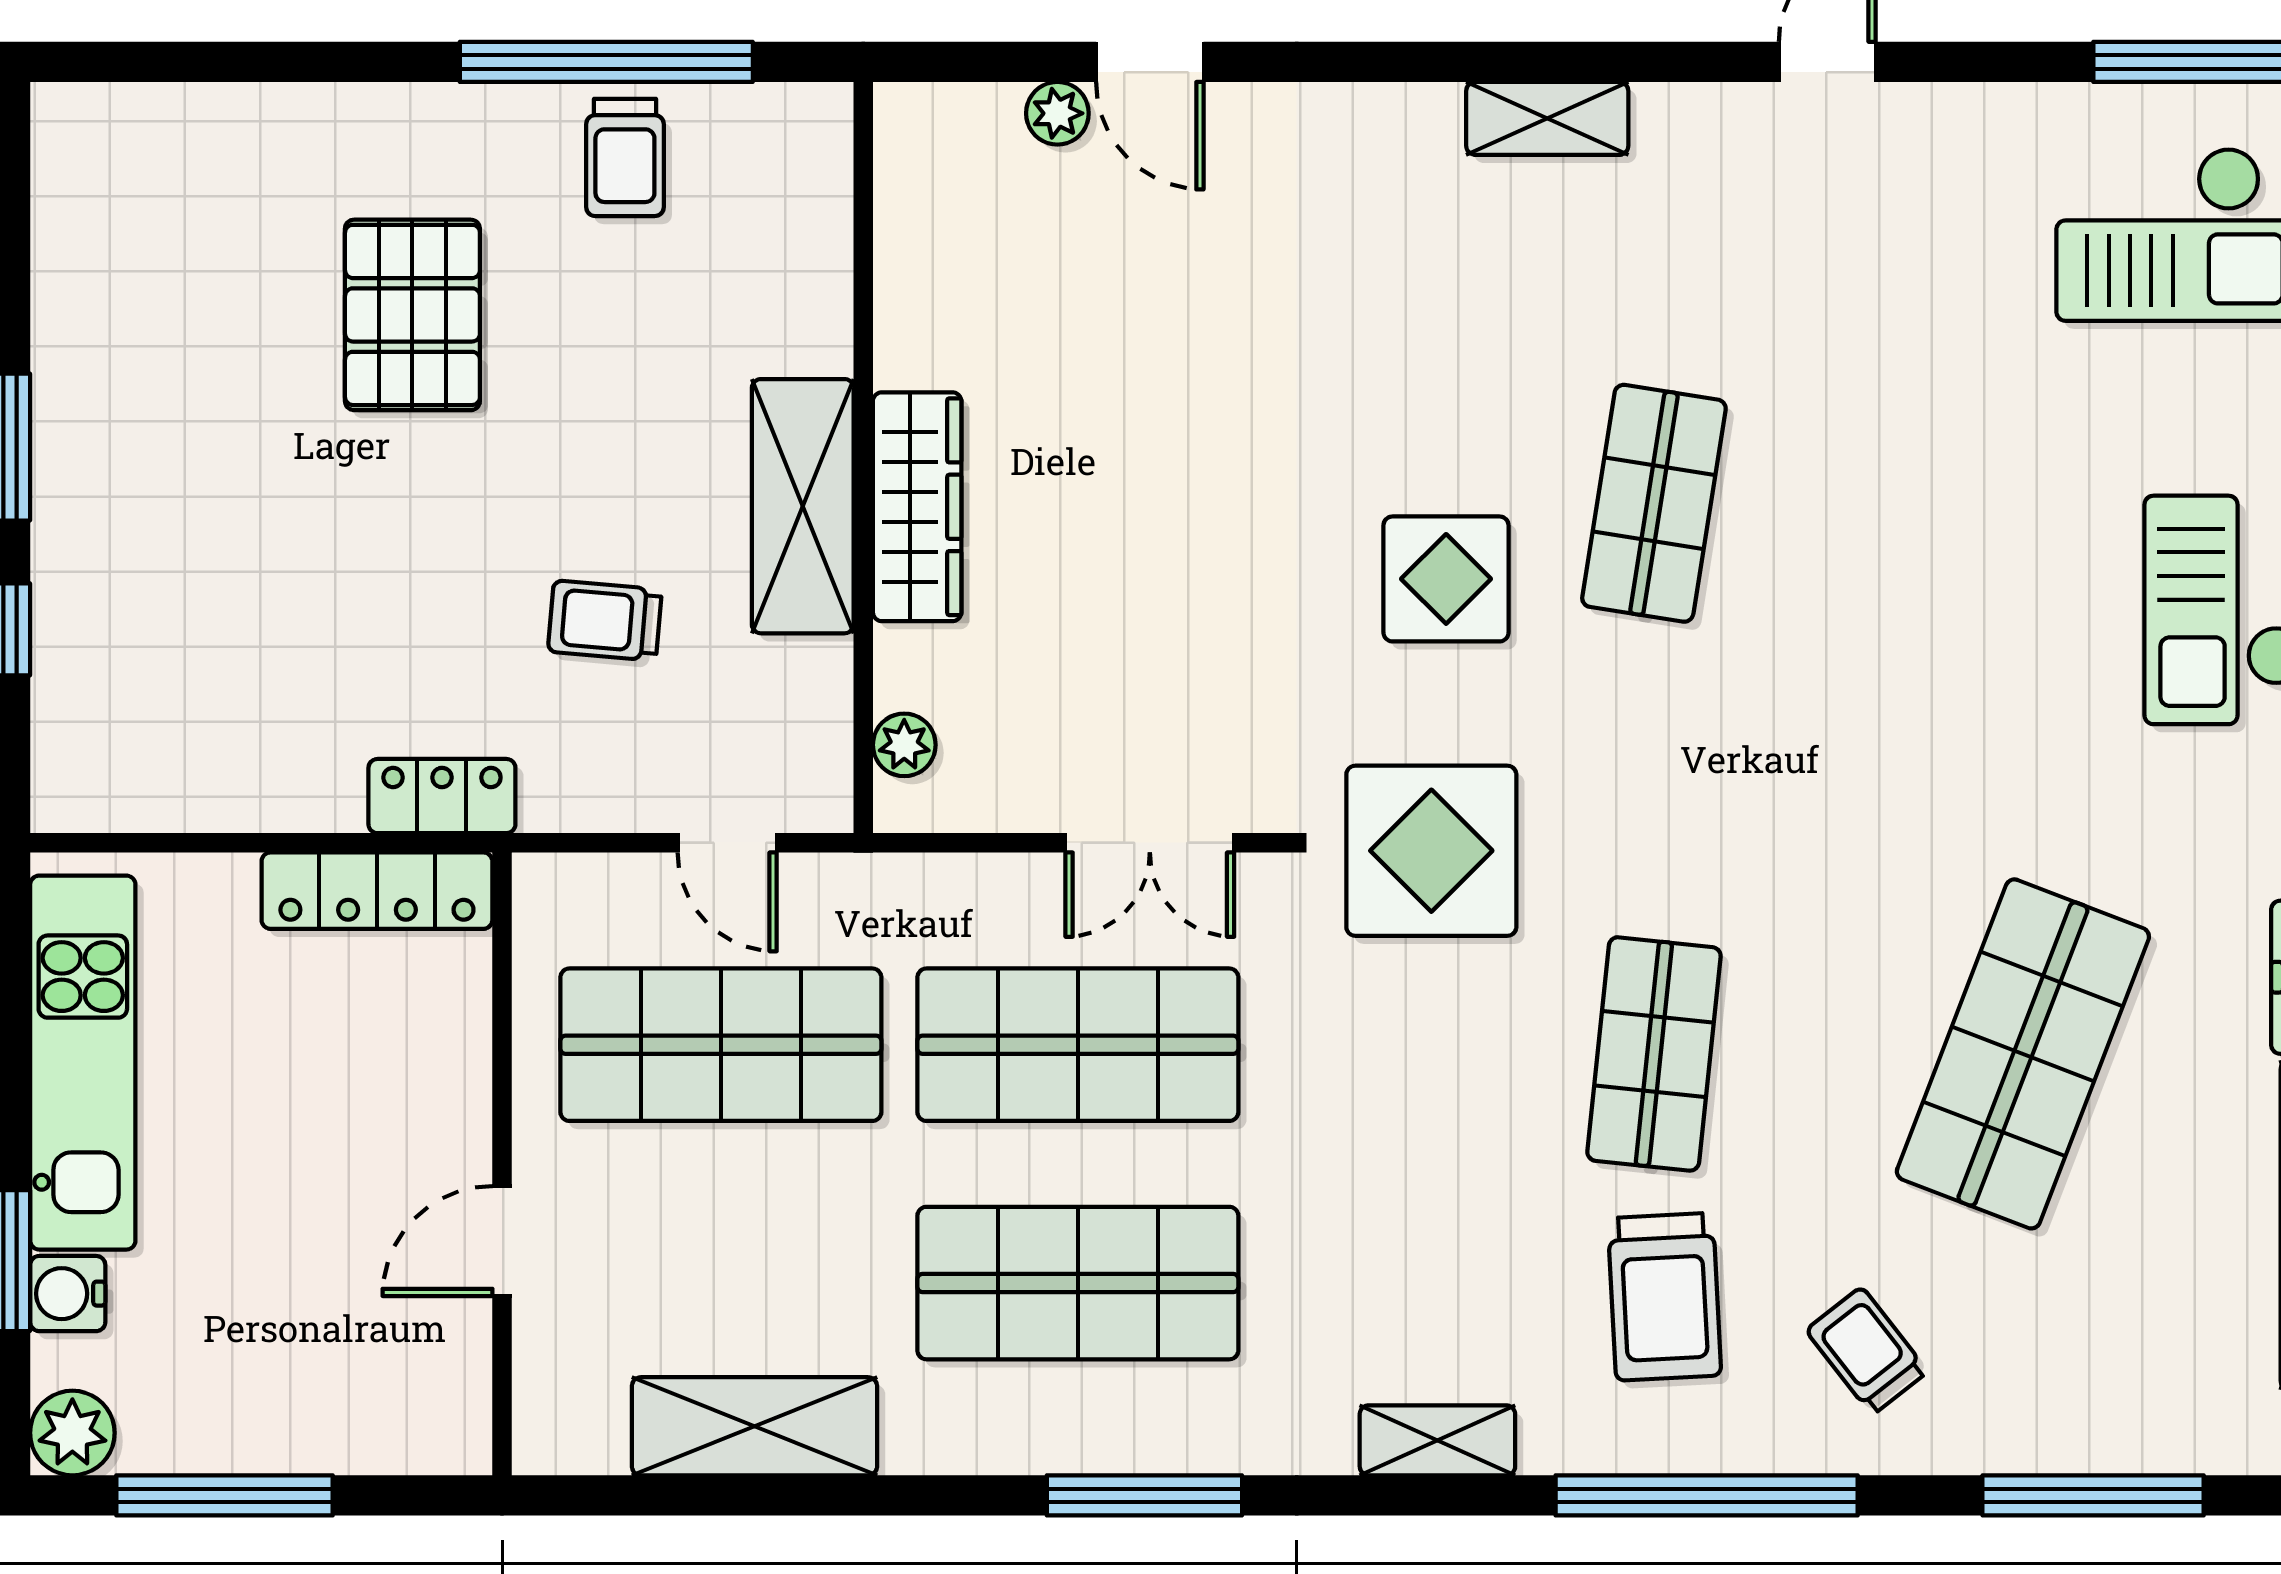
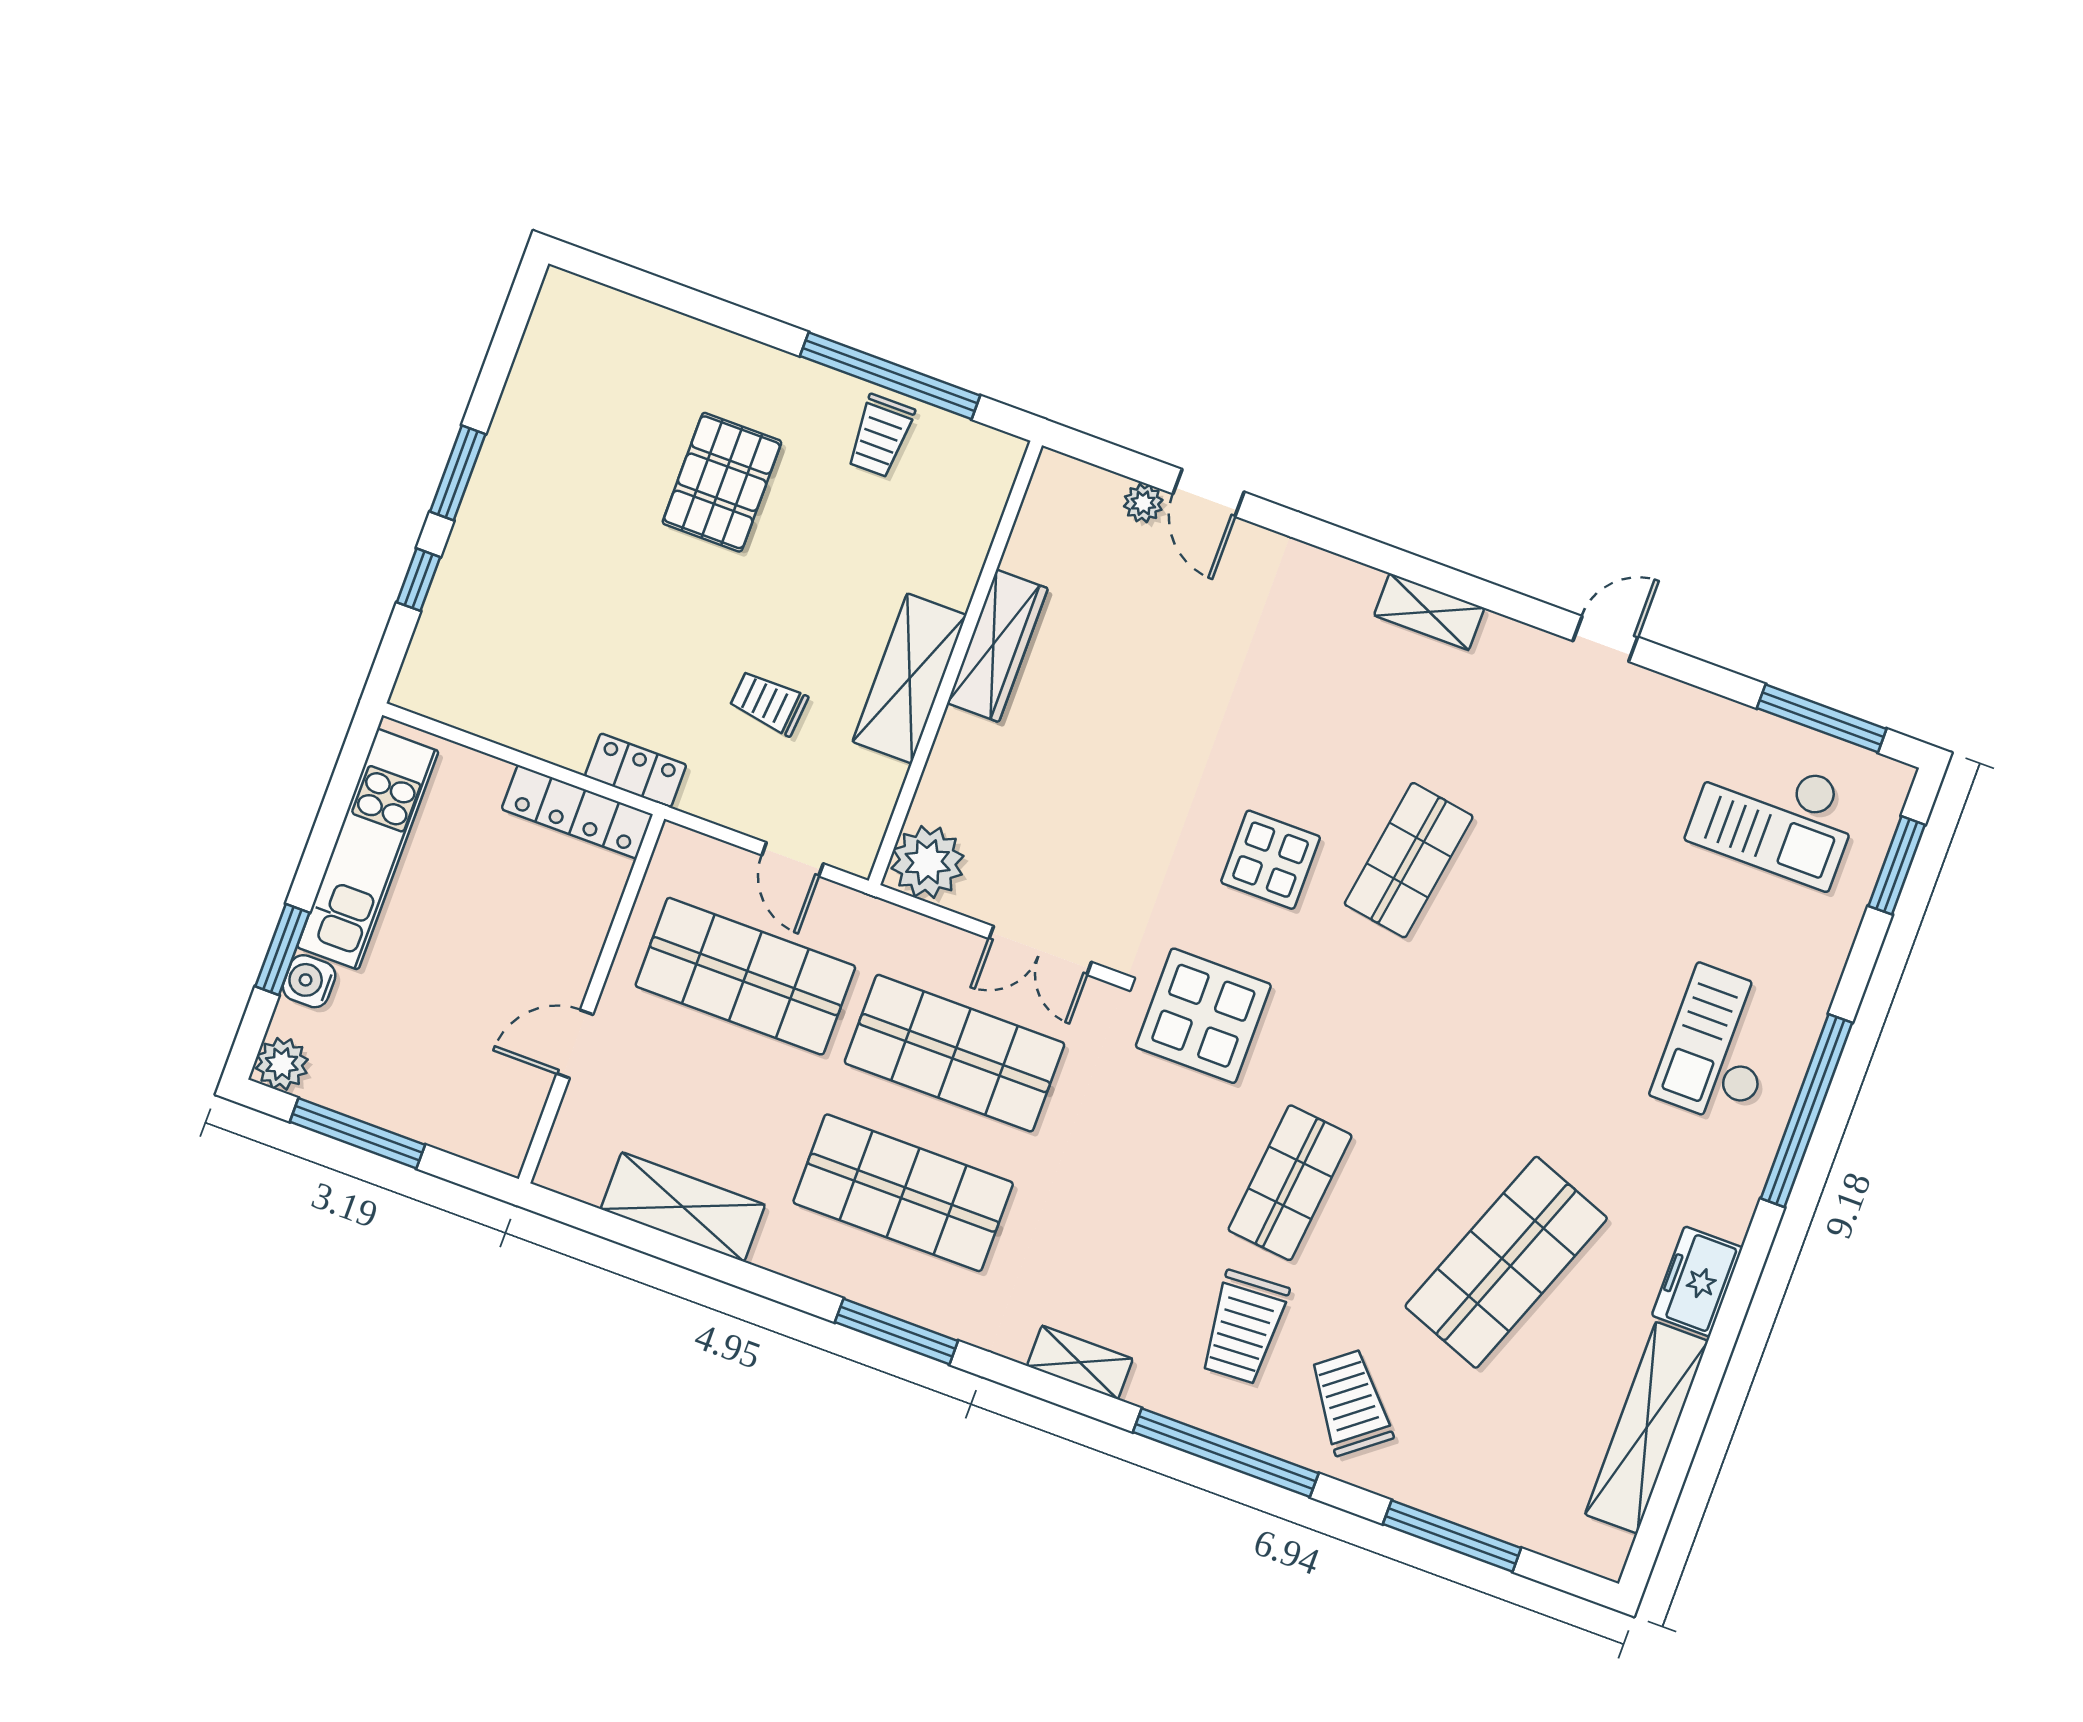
wardrobe: (917, 507) -> (997, 646), moved
plant: (904, 745) -> (928, 862), width x1.88, depth x1.88
trolley: (1867, 1351) -> (1351, 1403), width x1.36, depth x1.39

